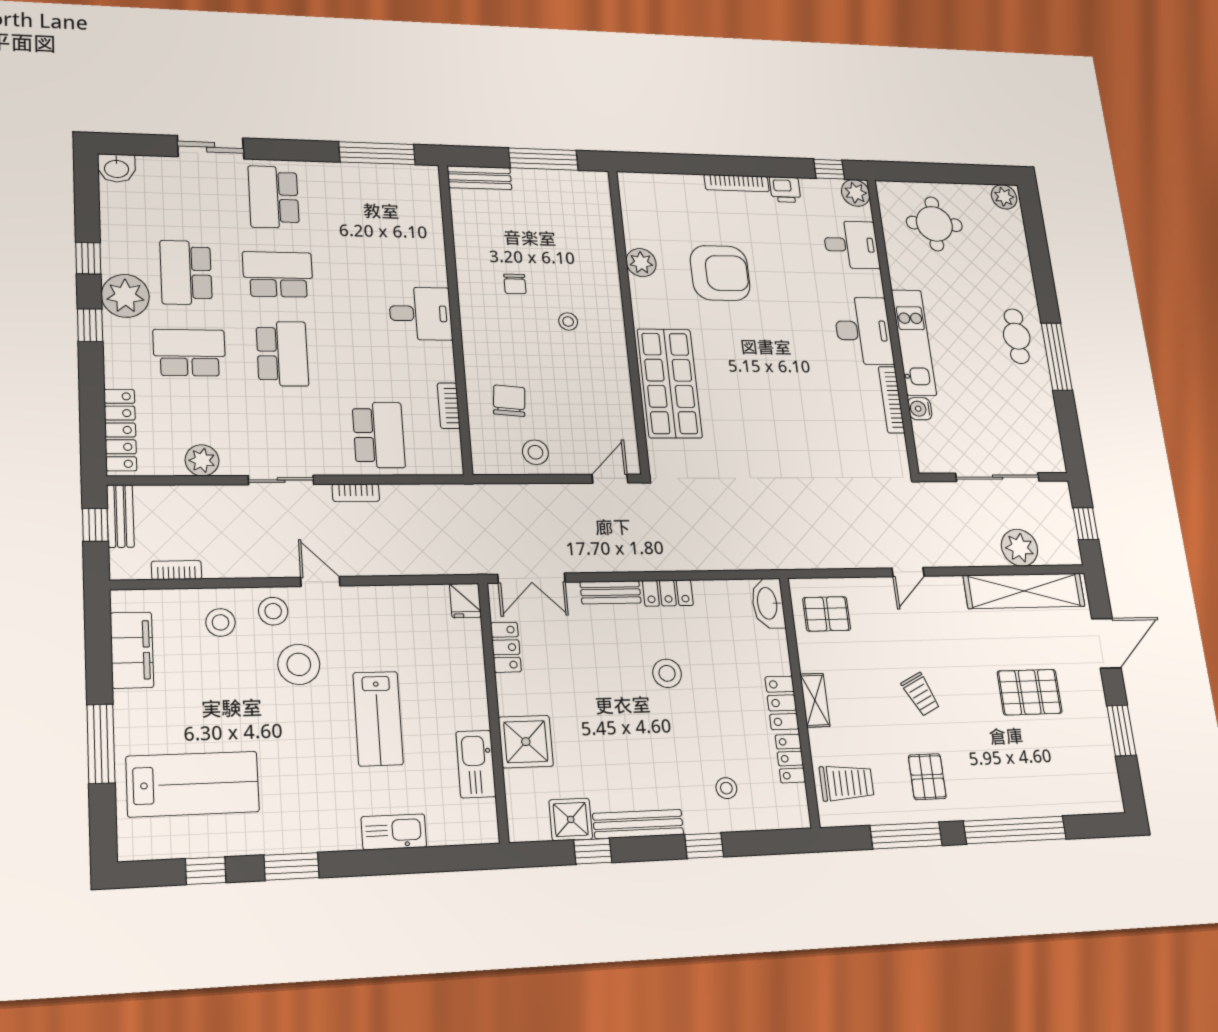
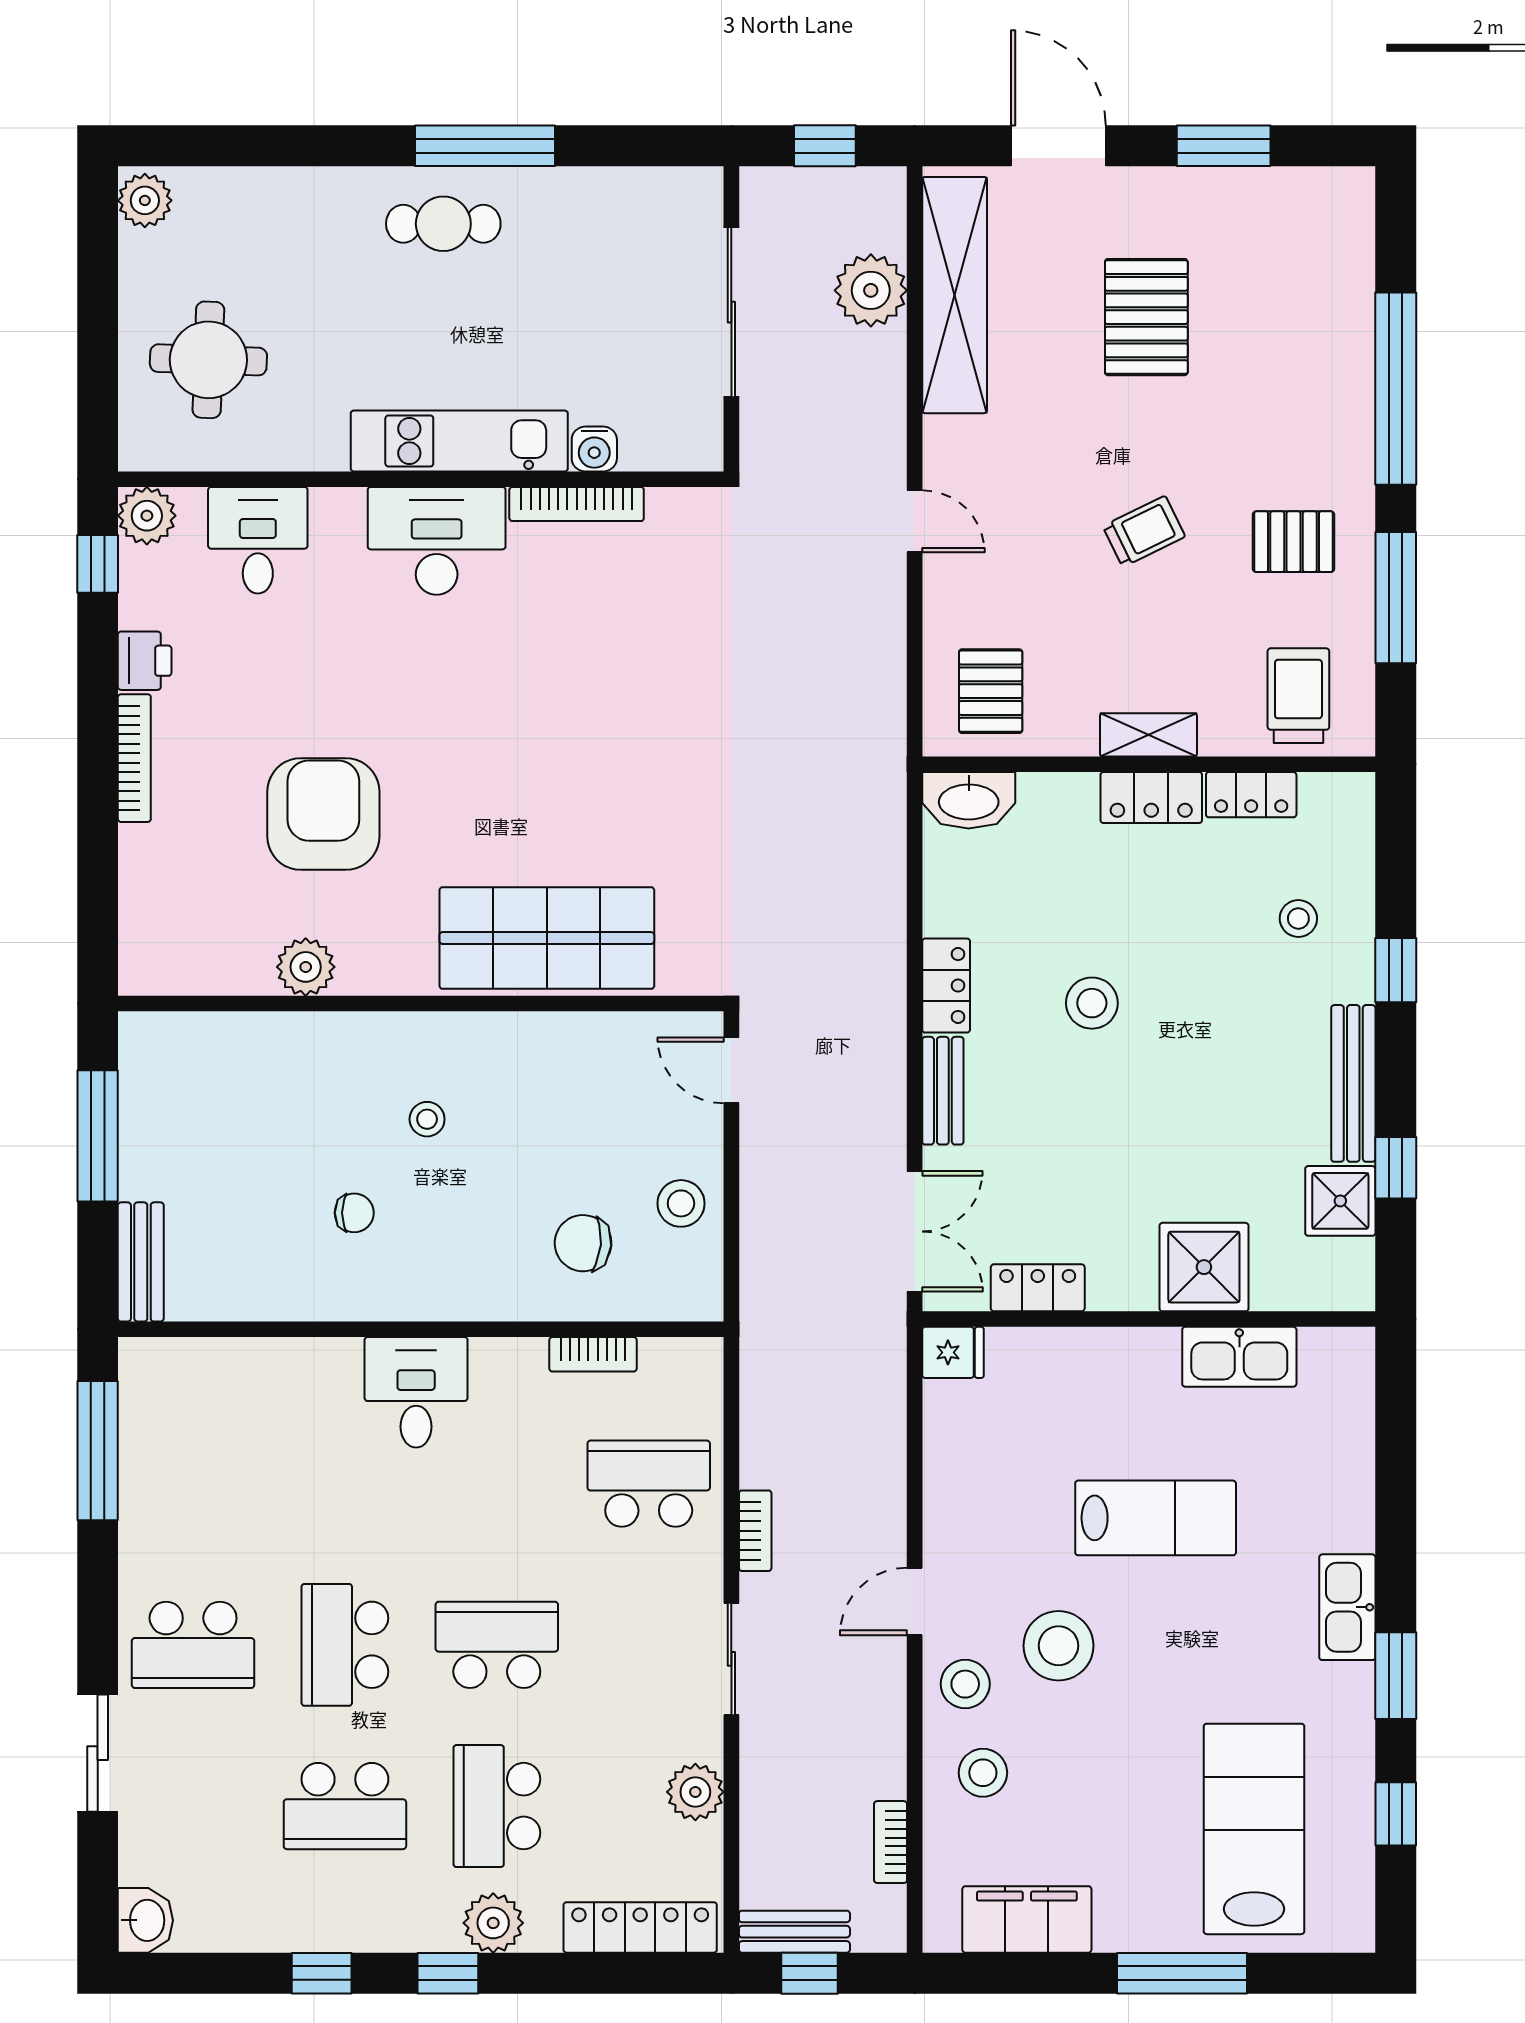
plant: (125, 296) -> (493, 1923), moved, width x0.73, depth x0.73
kitchen sink: (394, 832) -> (1347, 1607), moved

